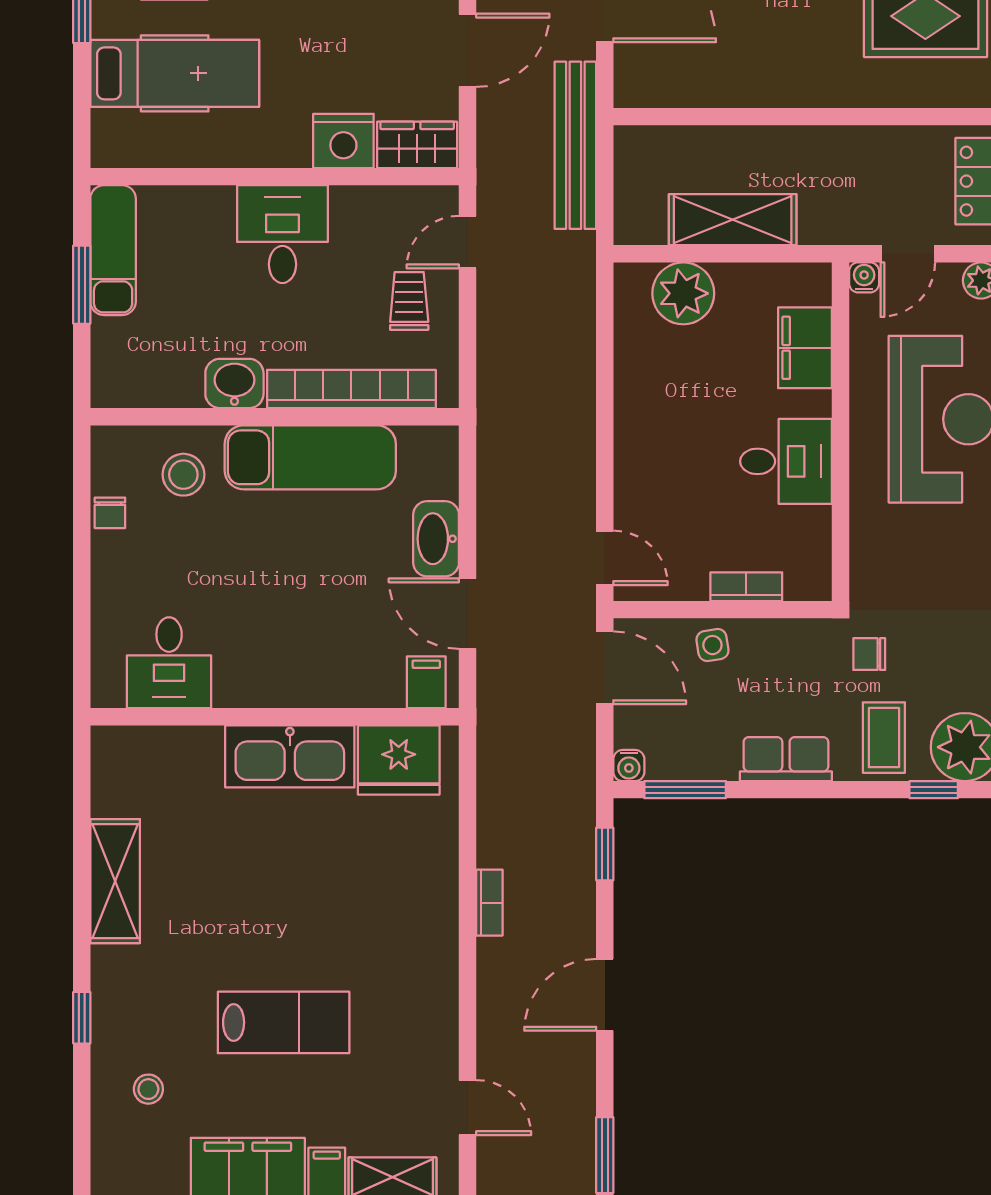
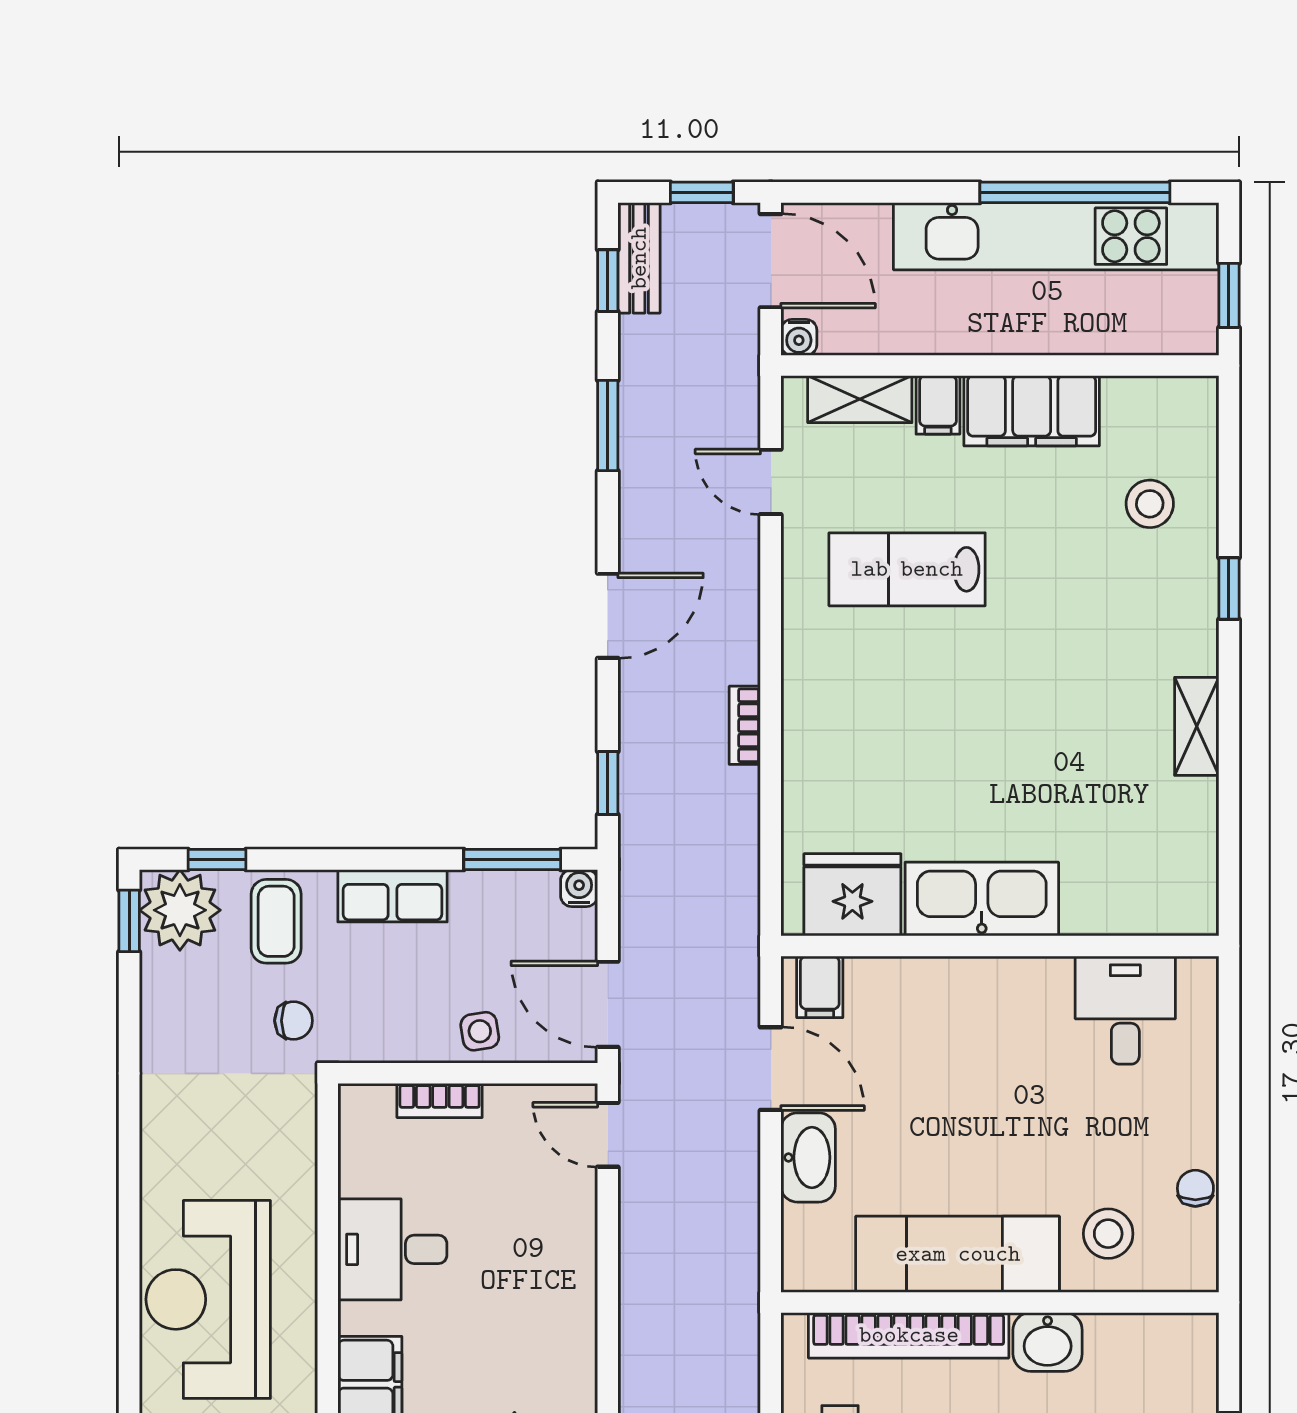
shelving: (115, 881) -> (1197, 726), width x0.67, depth x0.75
lab bench: (284, 1022) -> (907, 569), moved
stool: (148, 1089) -> (1150, 504), width x1.37, depth x1.37

